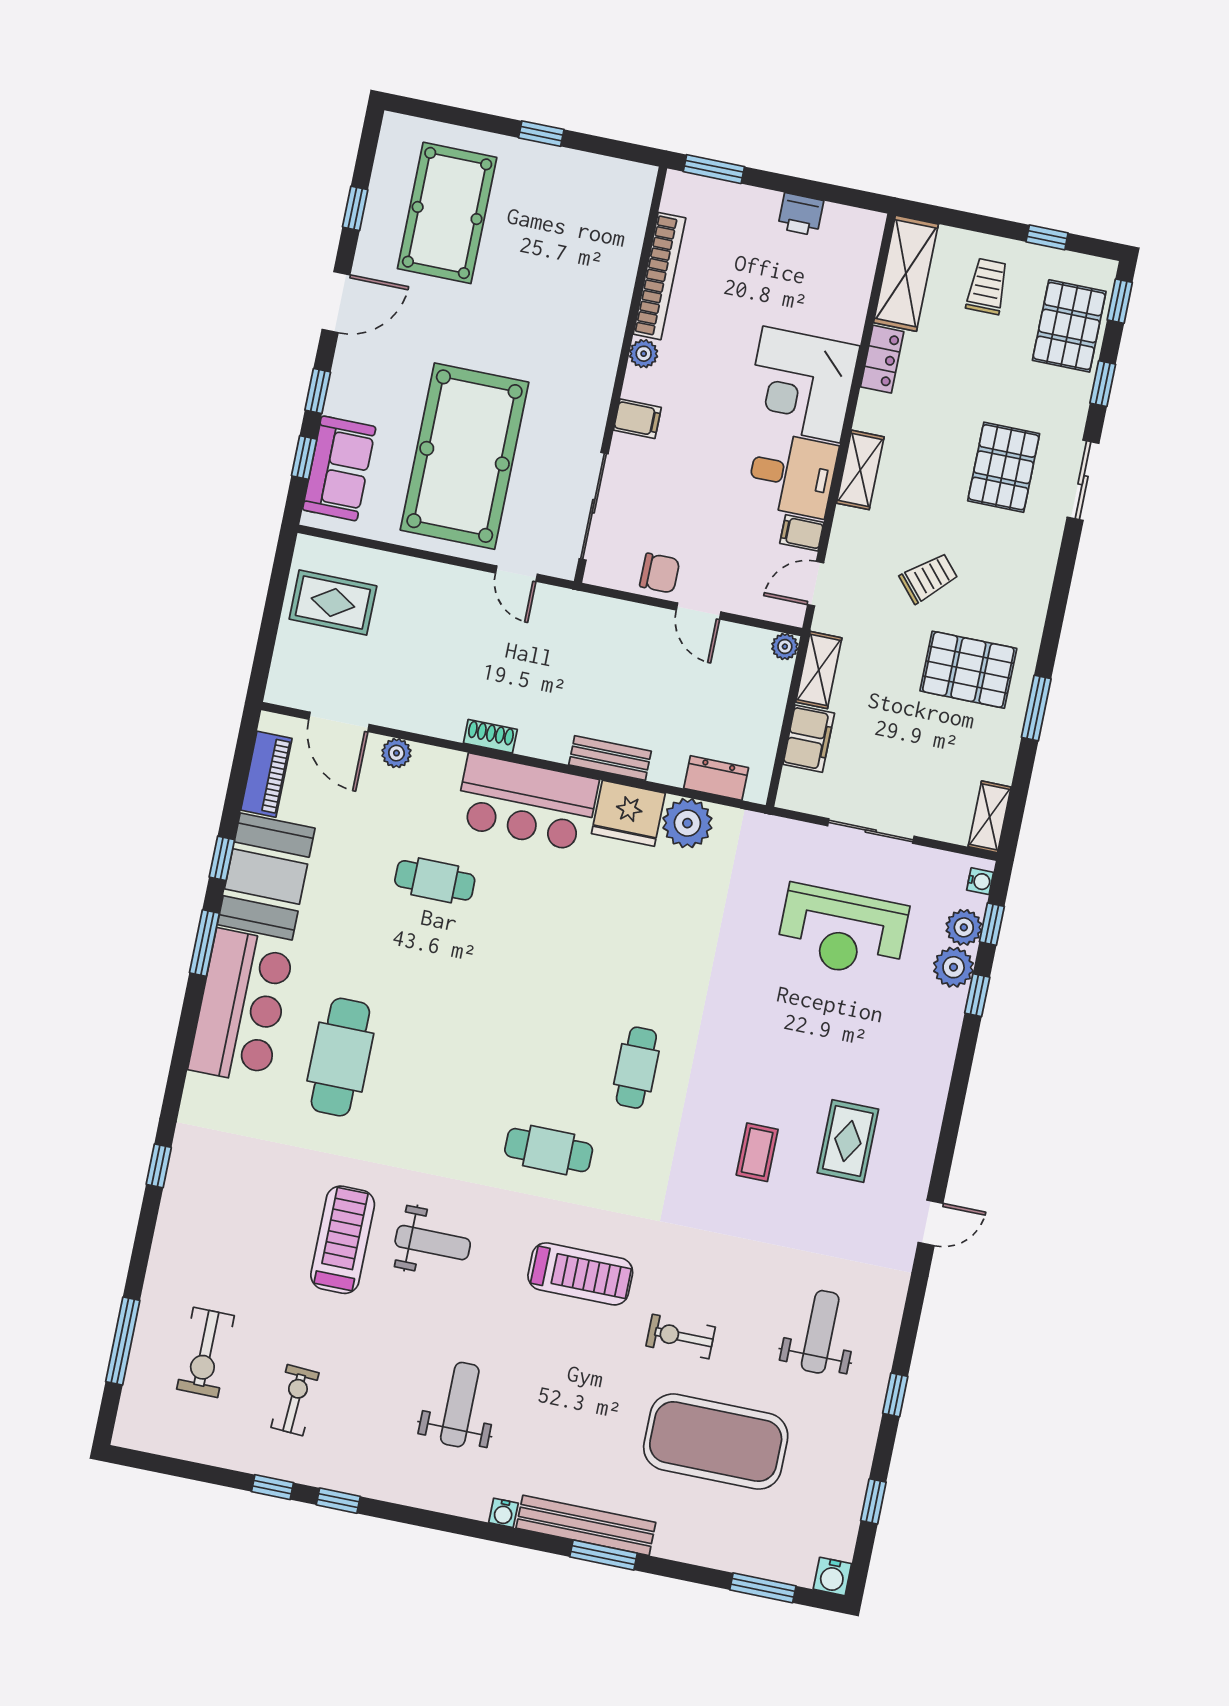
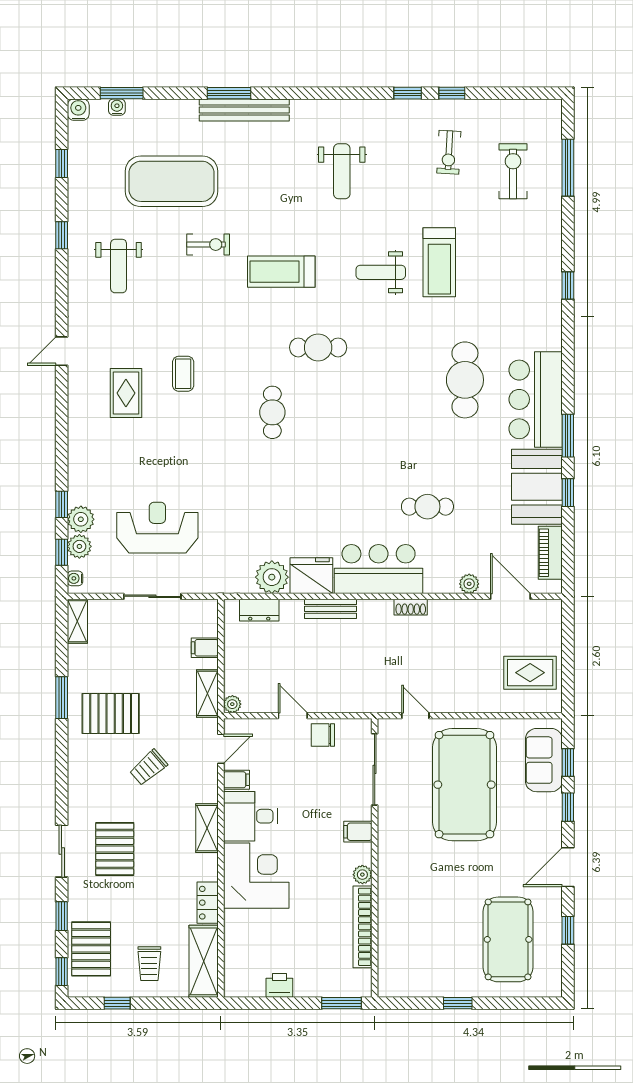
filing cabinet: (809, 739) -> (205, 648), width x0.50
water cooler: (503, 1513) -> (117, 107), moved

